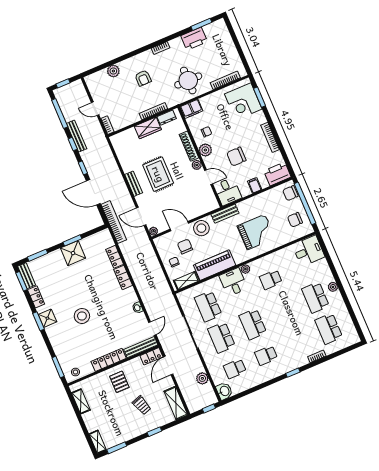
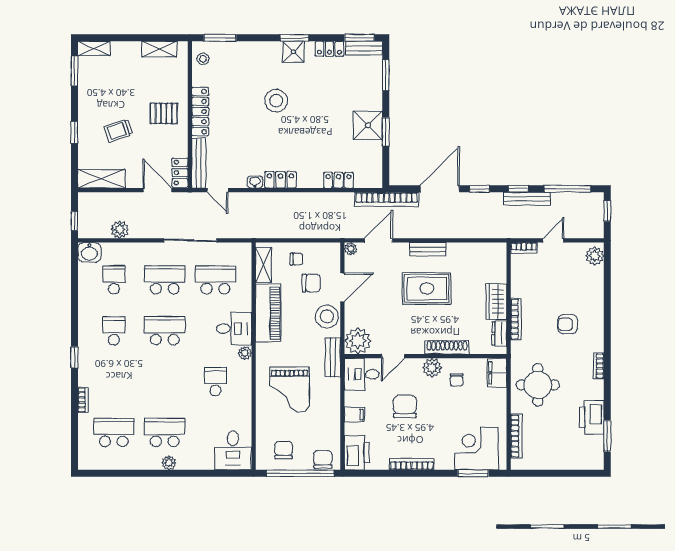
plant: (113, 71) -> (595, 256), moved
plant: (197, 165) -> (358, 341), moved, width x1.87, depth x1.87
locker: (123, 277) -> (280, 180), moved

